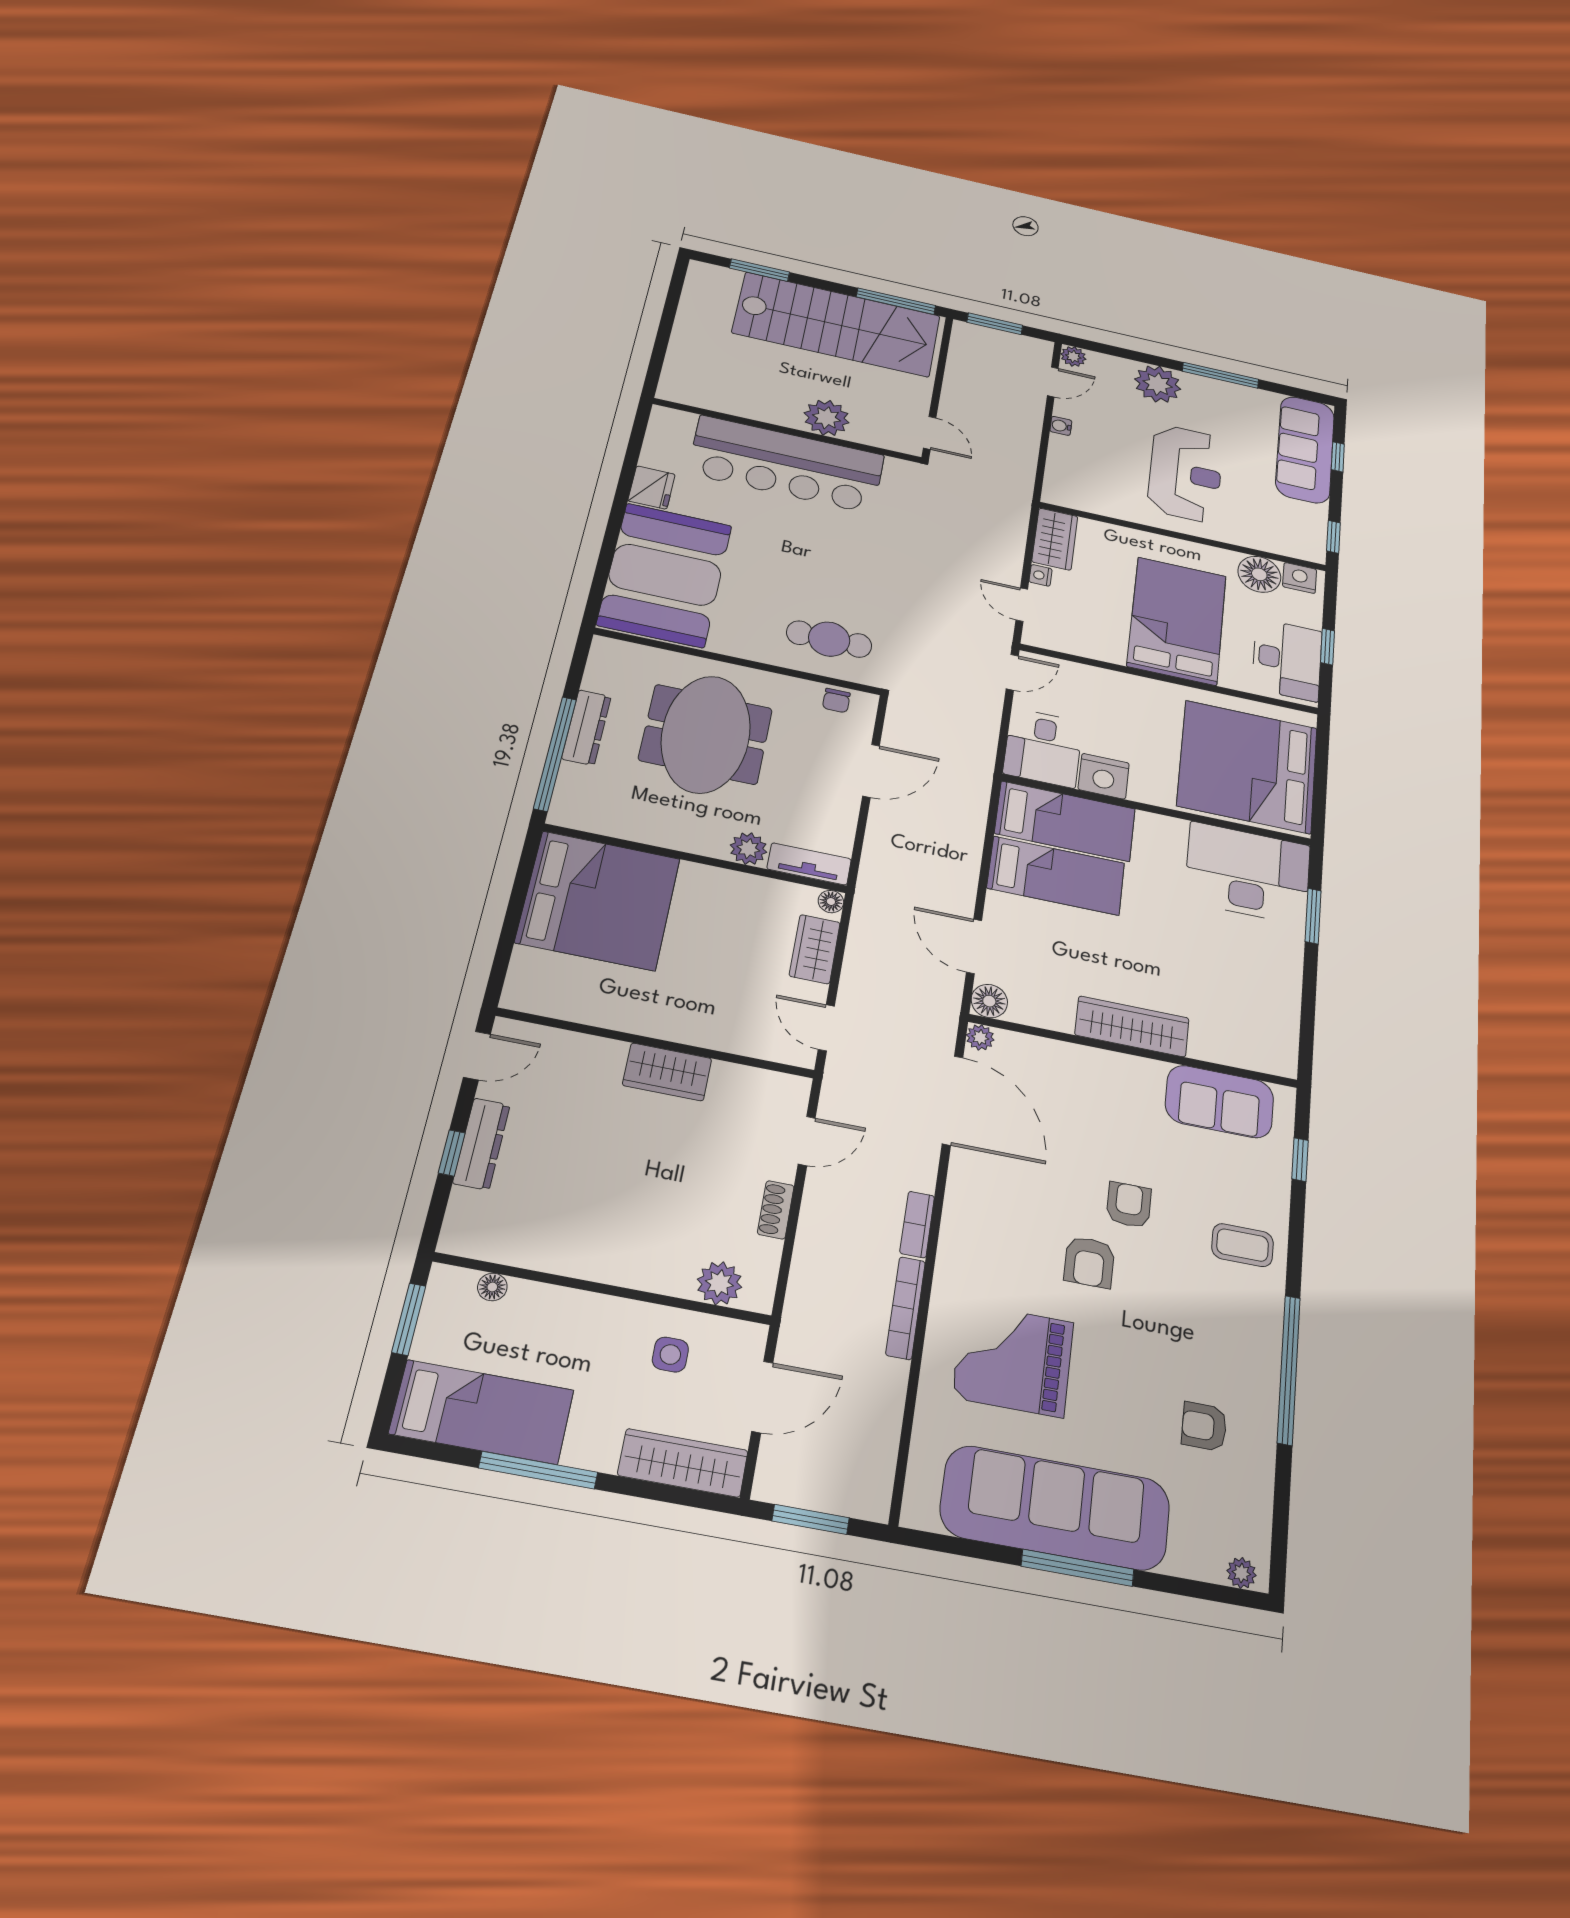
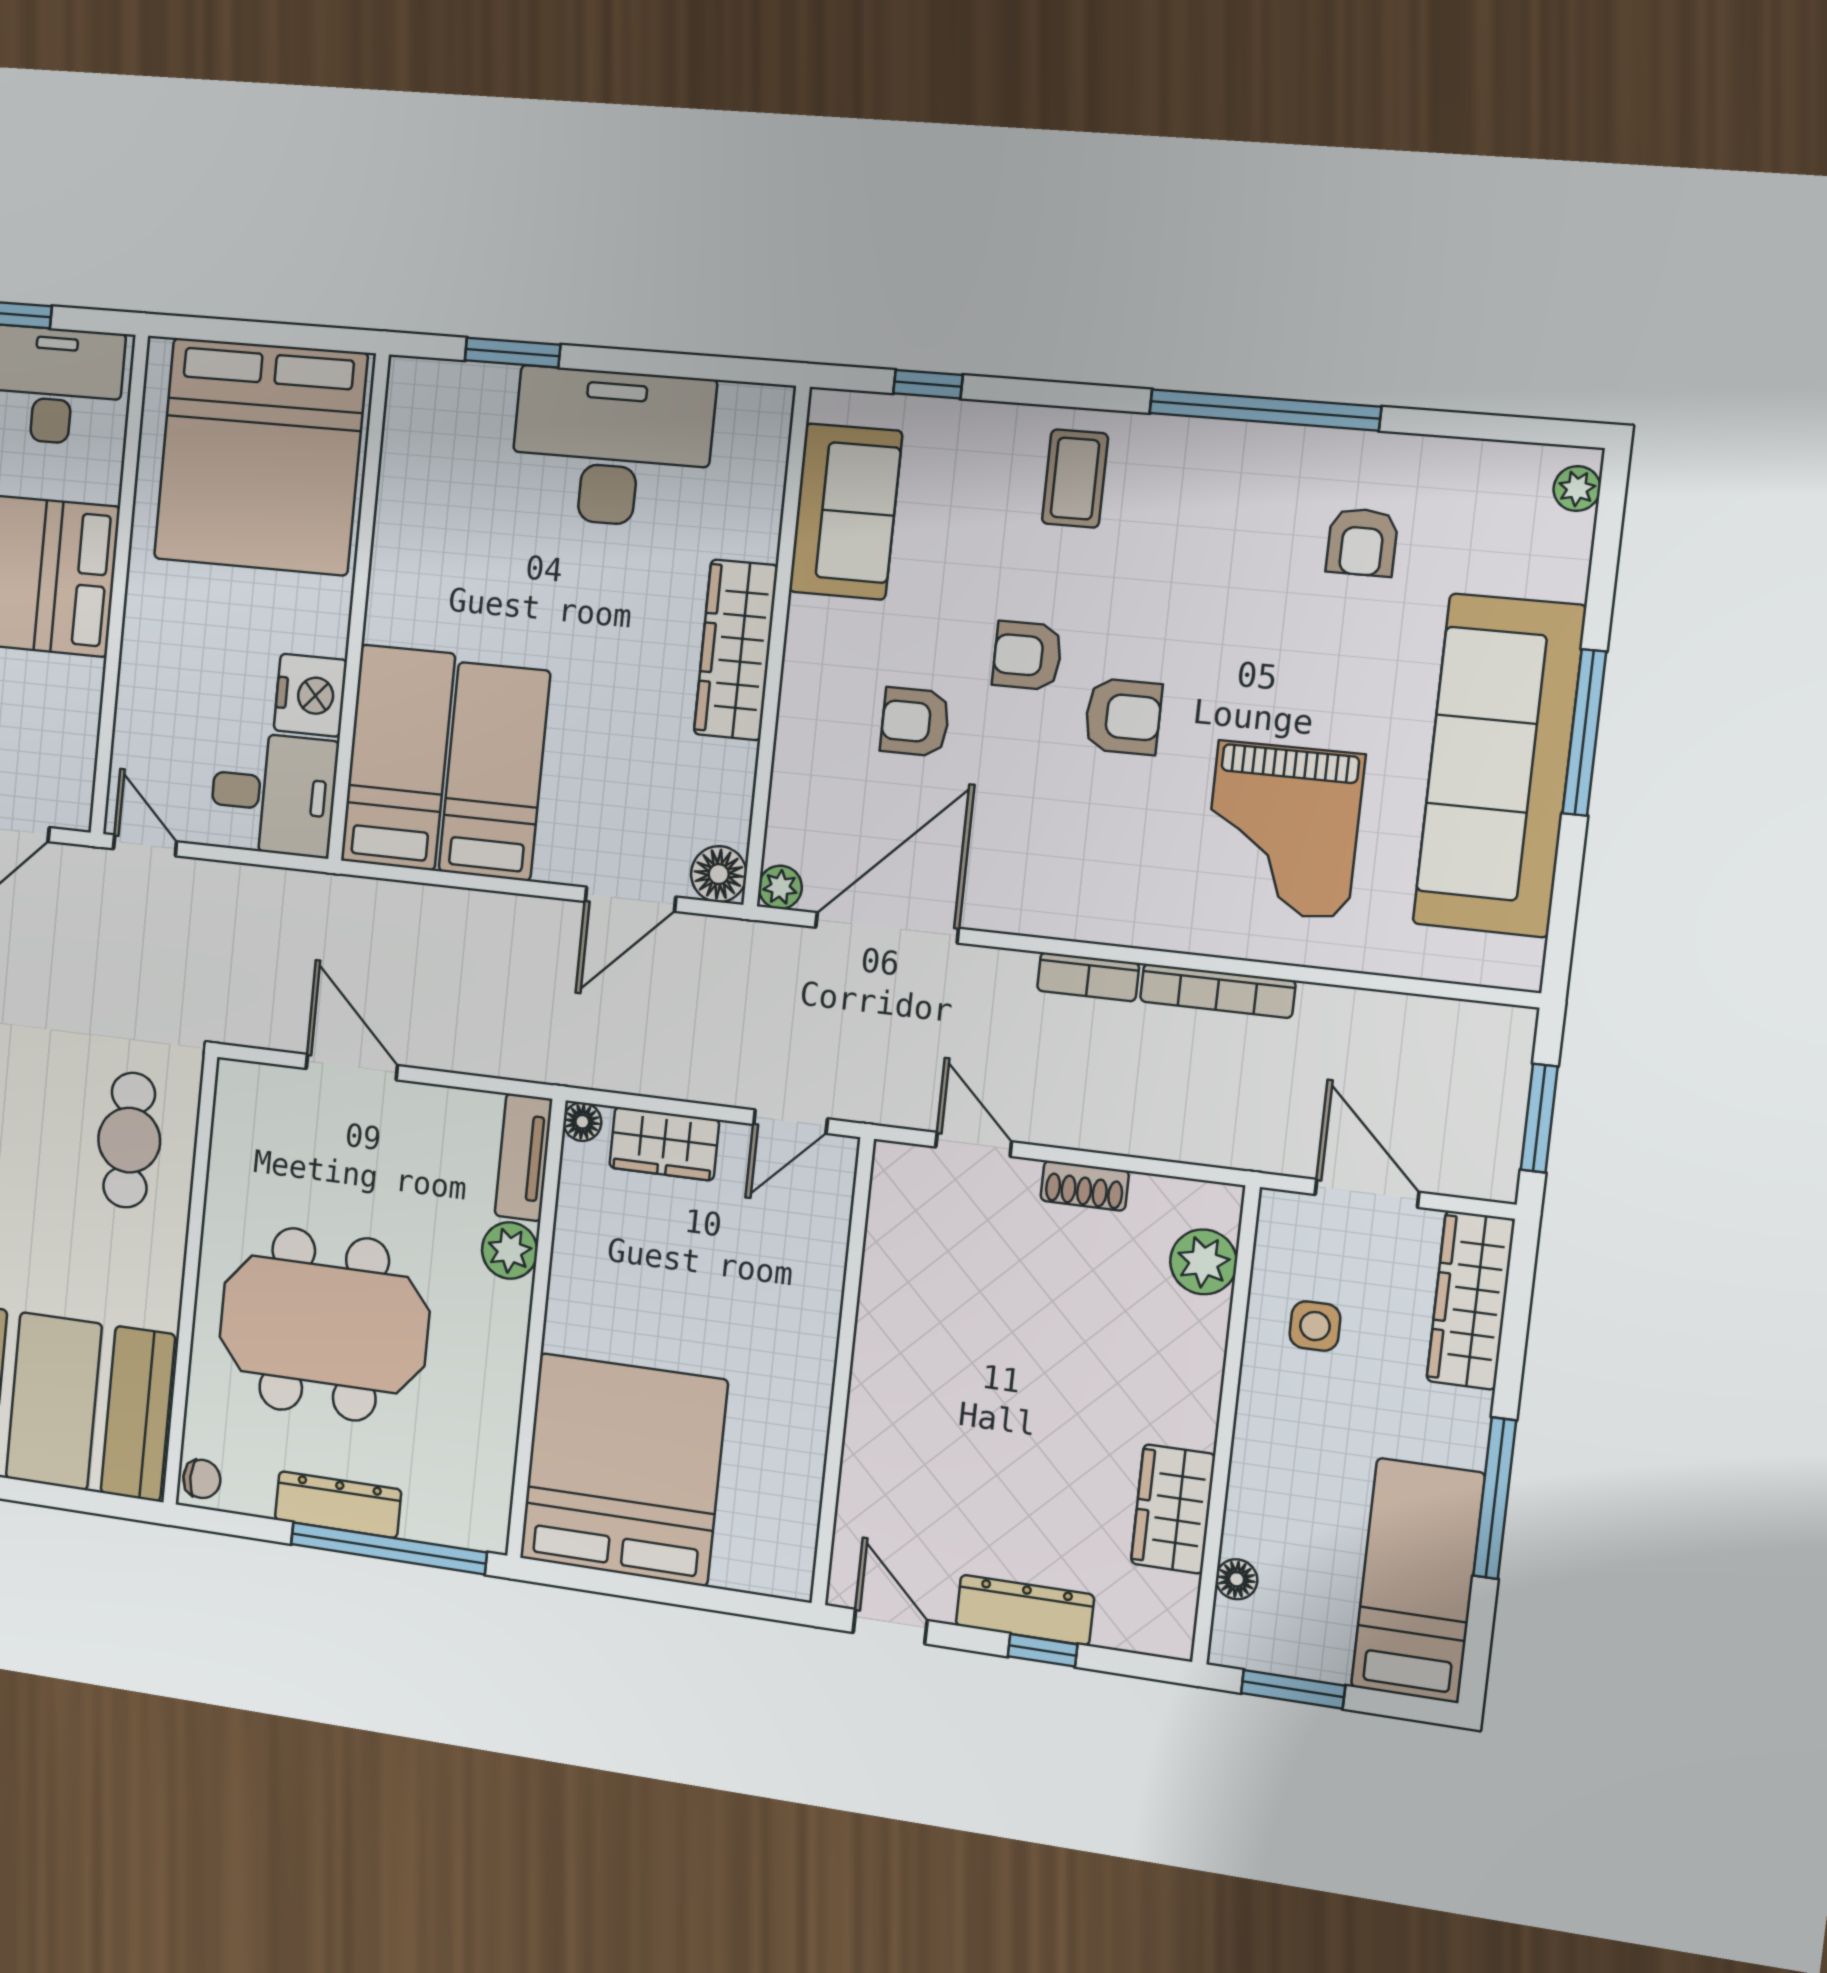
chair: (836, 701) -> (202, 1479), moved
desk: (1248, 873) -> (612, 448), moved, turned 90
wardrobe: (667, 1072) -> (1173, 1509), moved, turned 180
armchair: (1086, 1131) -> (915, 722), added

